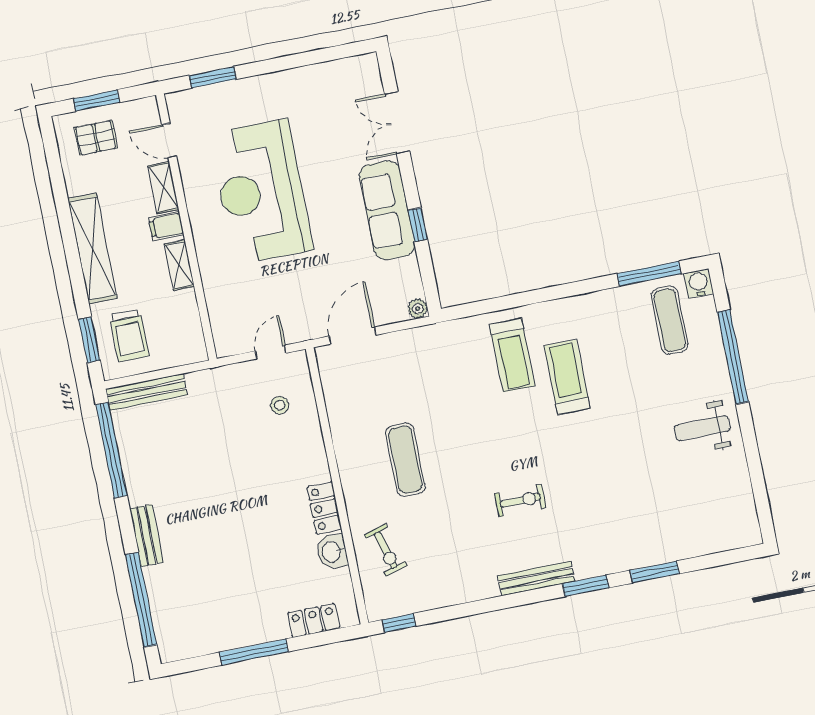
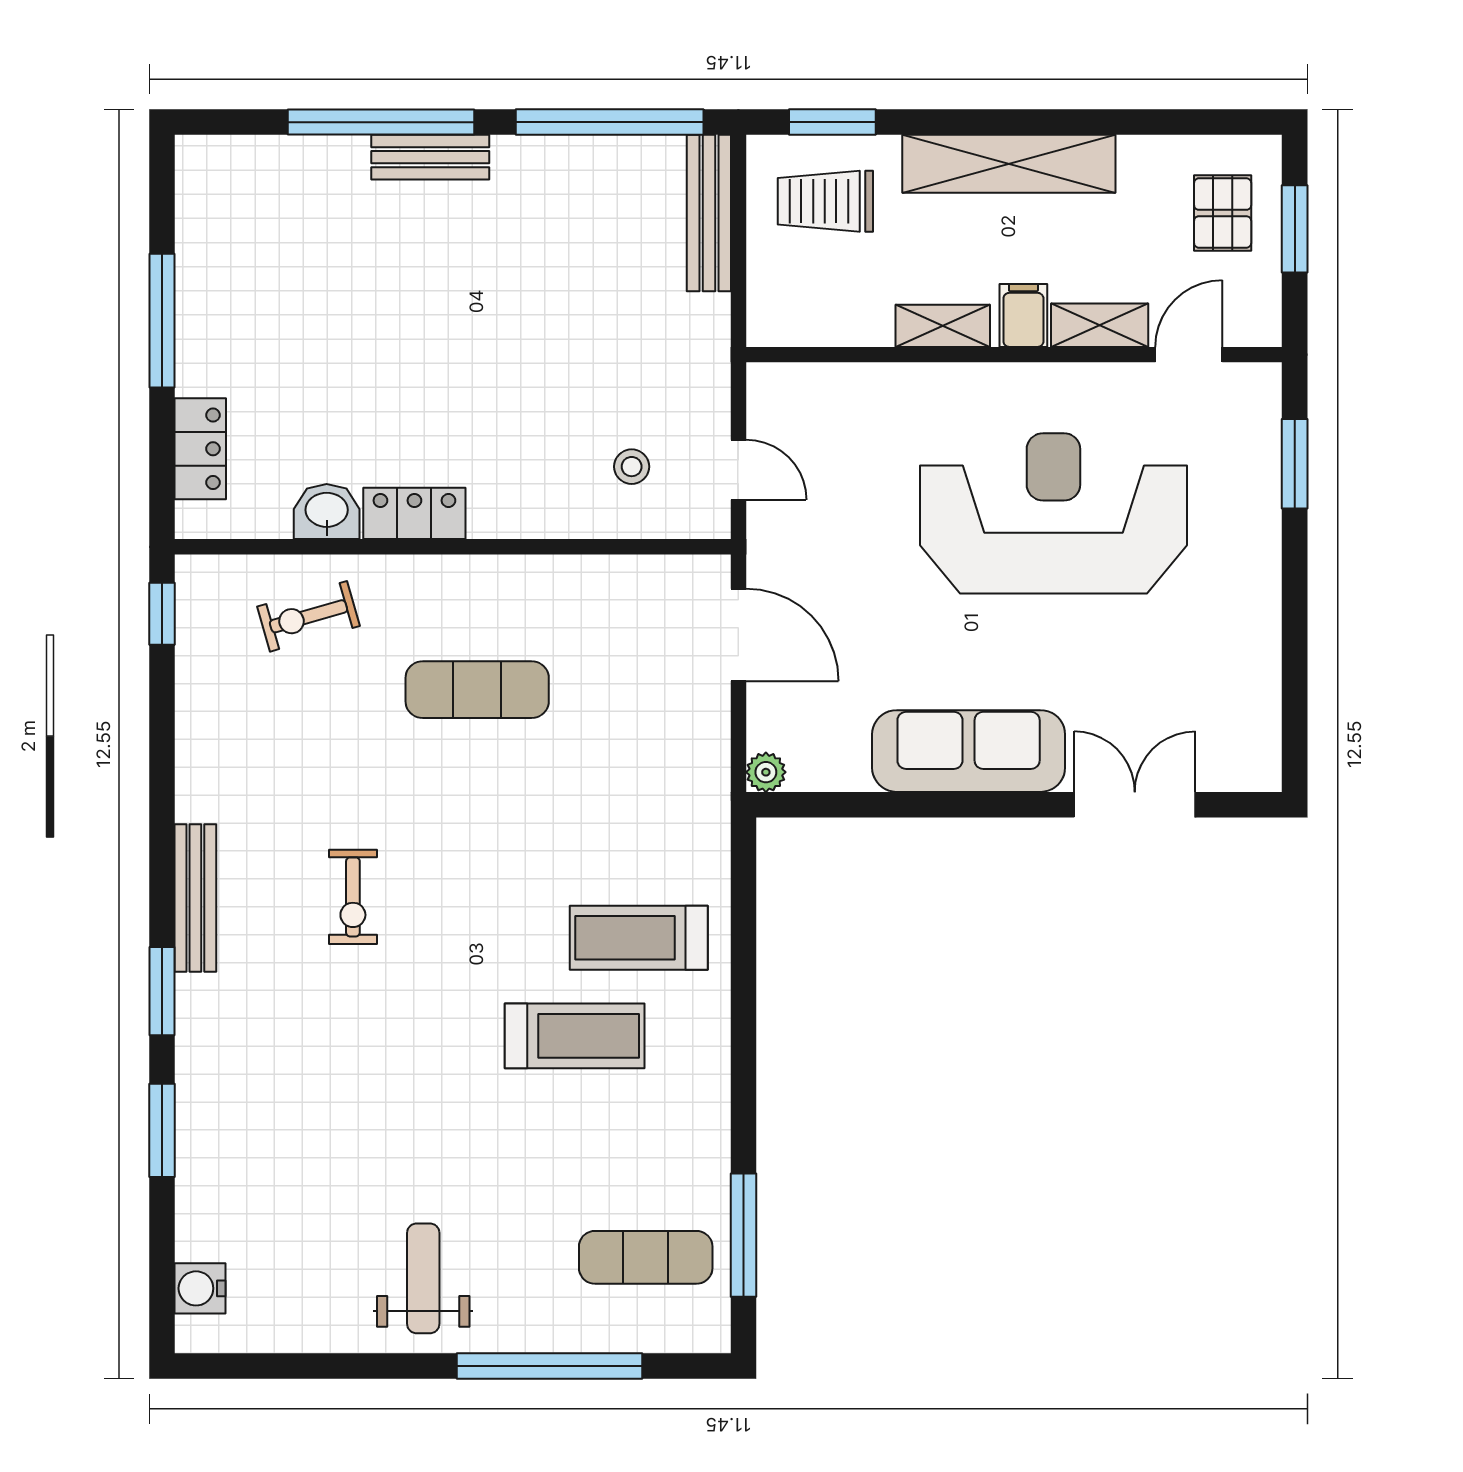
window: (418, 225) -> (929, 805), removed
water cooler: (699, 283) -> (200, 1288), moved, turned 180
window: (141, 600) -> (381, 122), moved

